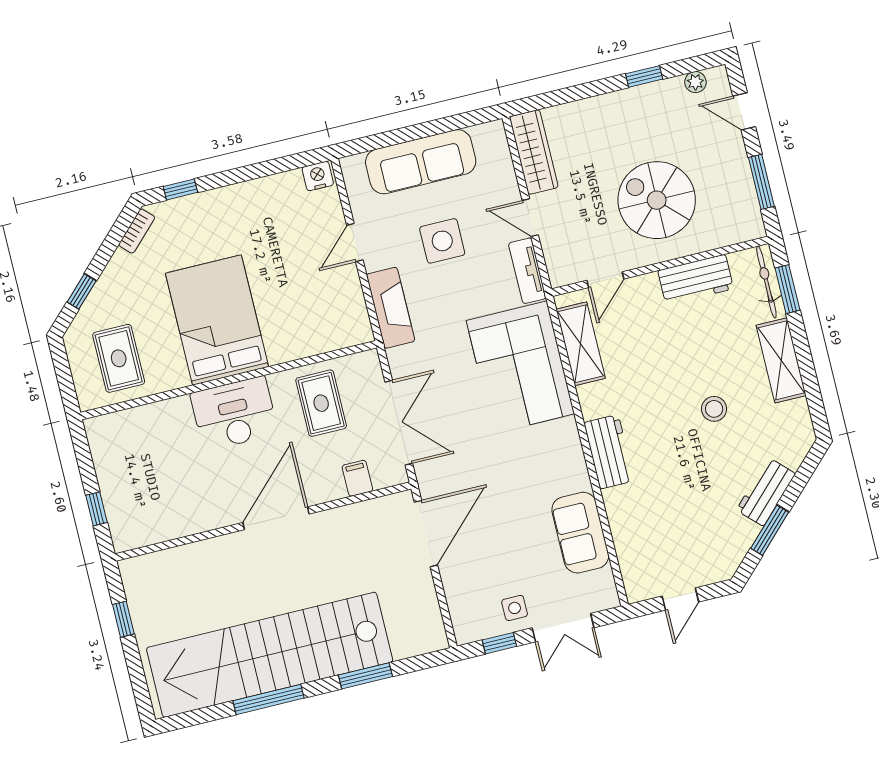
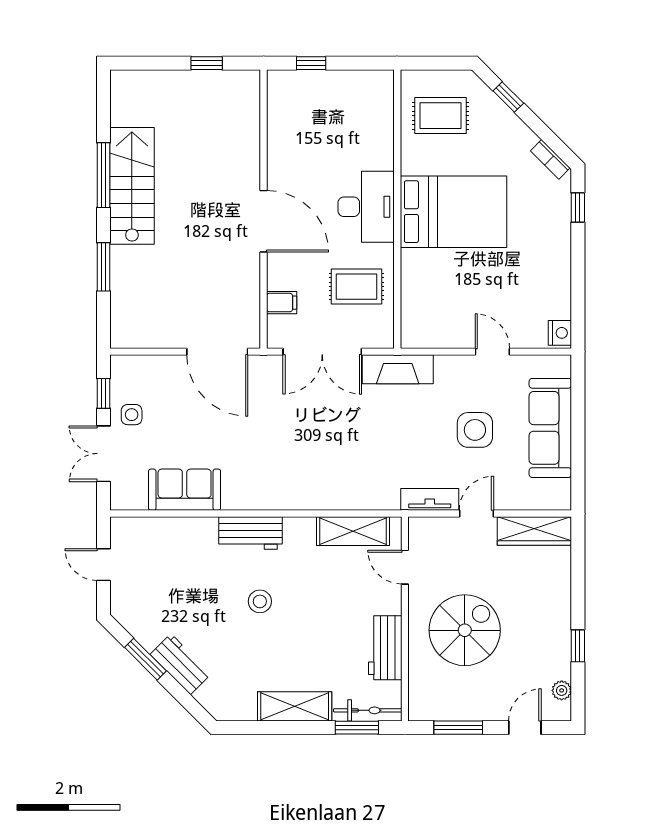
fireplace: (391, 308) -> (398, 369), moved
corner sofa: (520, 367) -> (345, 472), removed
stool: (714, 409) -> (260, 601), moved
stairs: (270, 655) -> (132, 186), width x0.54, depth x0.66

